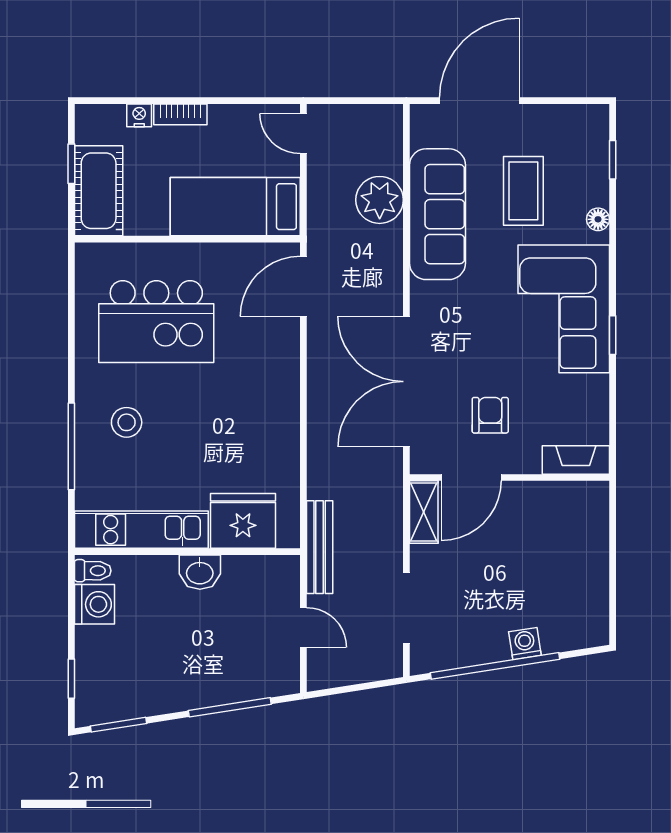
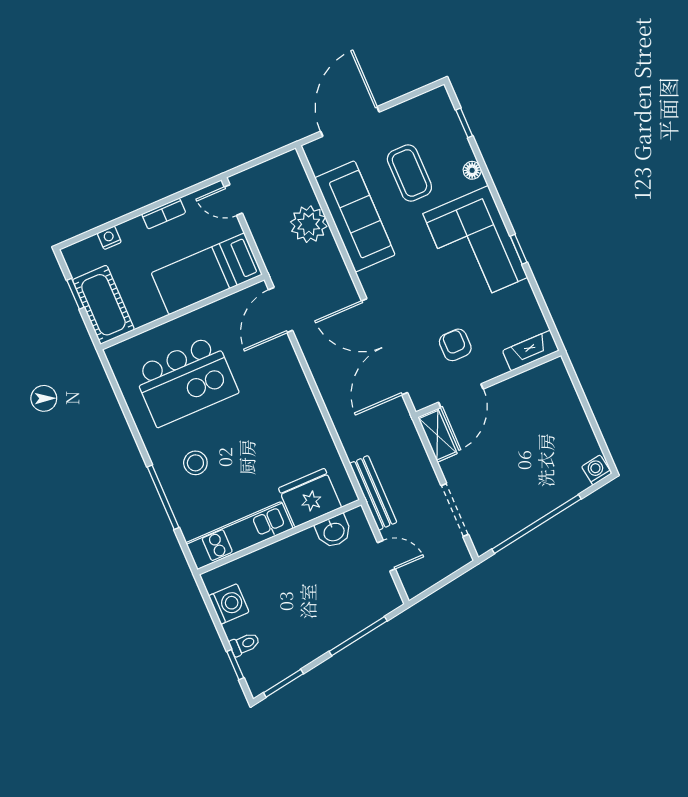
bookcase: (180, 114) -> (164, 213), moved
toilet: (93, 571) -> (245, 644), moved
washbasin: (200, 572) -> (334, 531), moved
washing machine: (525, 644) -> (597, 470), moved

